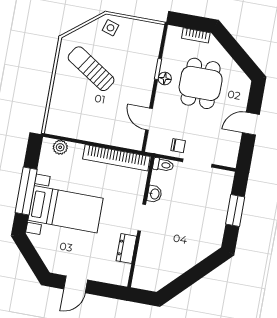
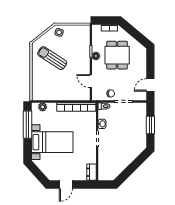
door: (251, 124) -> (150, 85), moved
window: (26, 191) -> (27, 125), moved
dresser: (126, 249) -> (91, 172), moved

